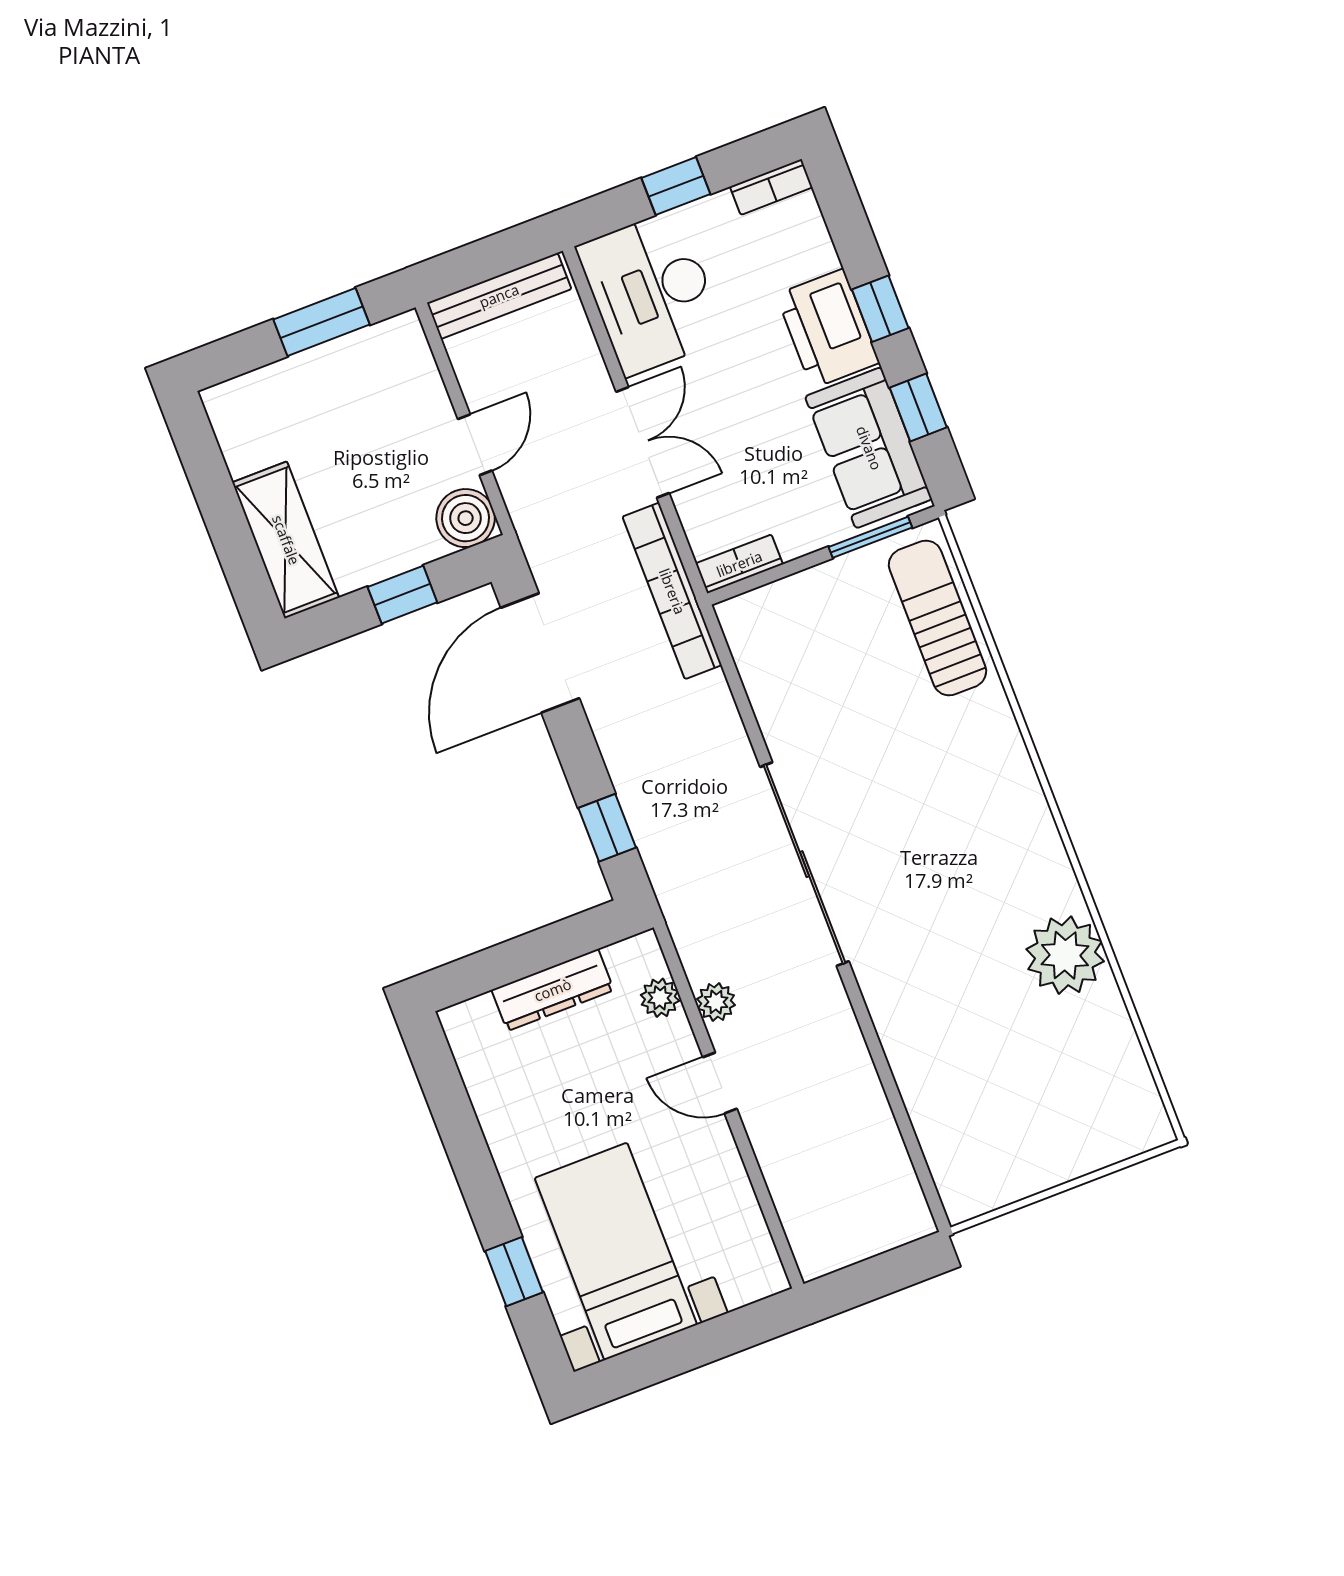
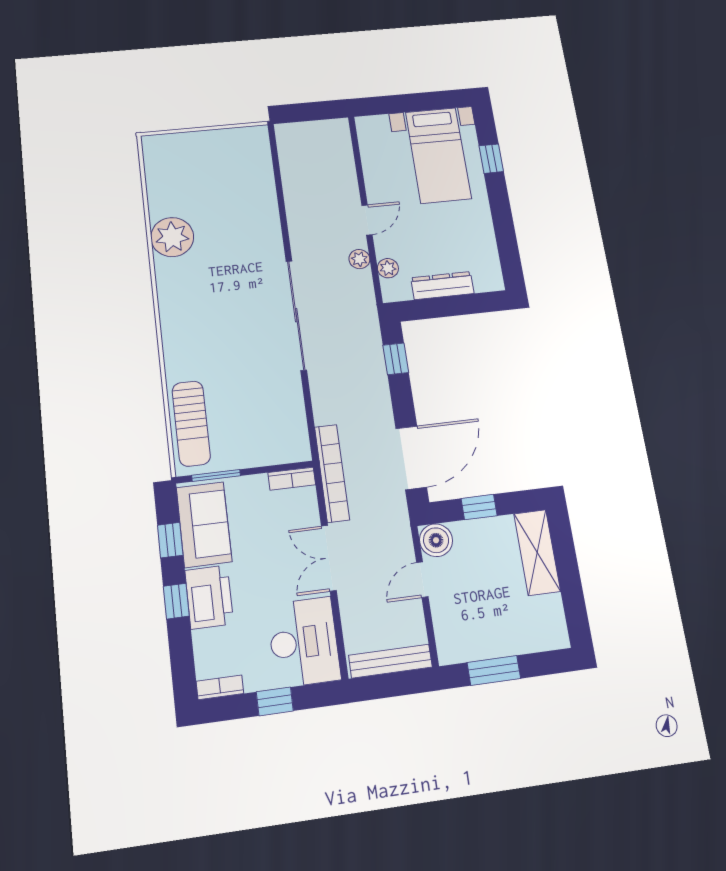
door: (720, 1083) -> (367, 220), hinge flipped

